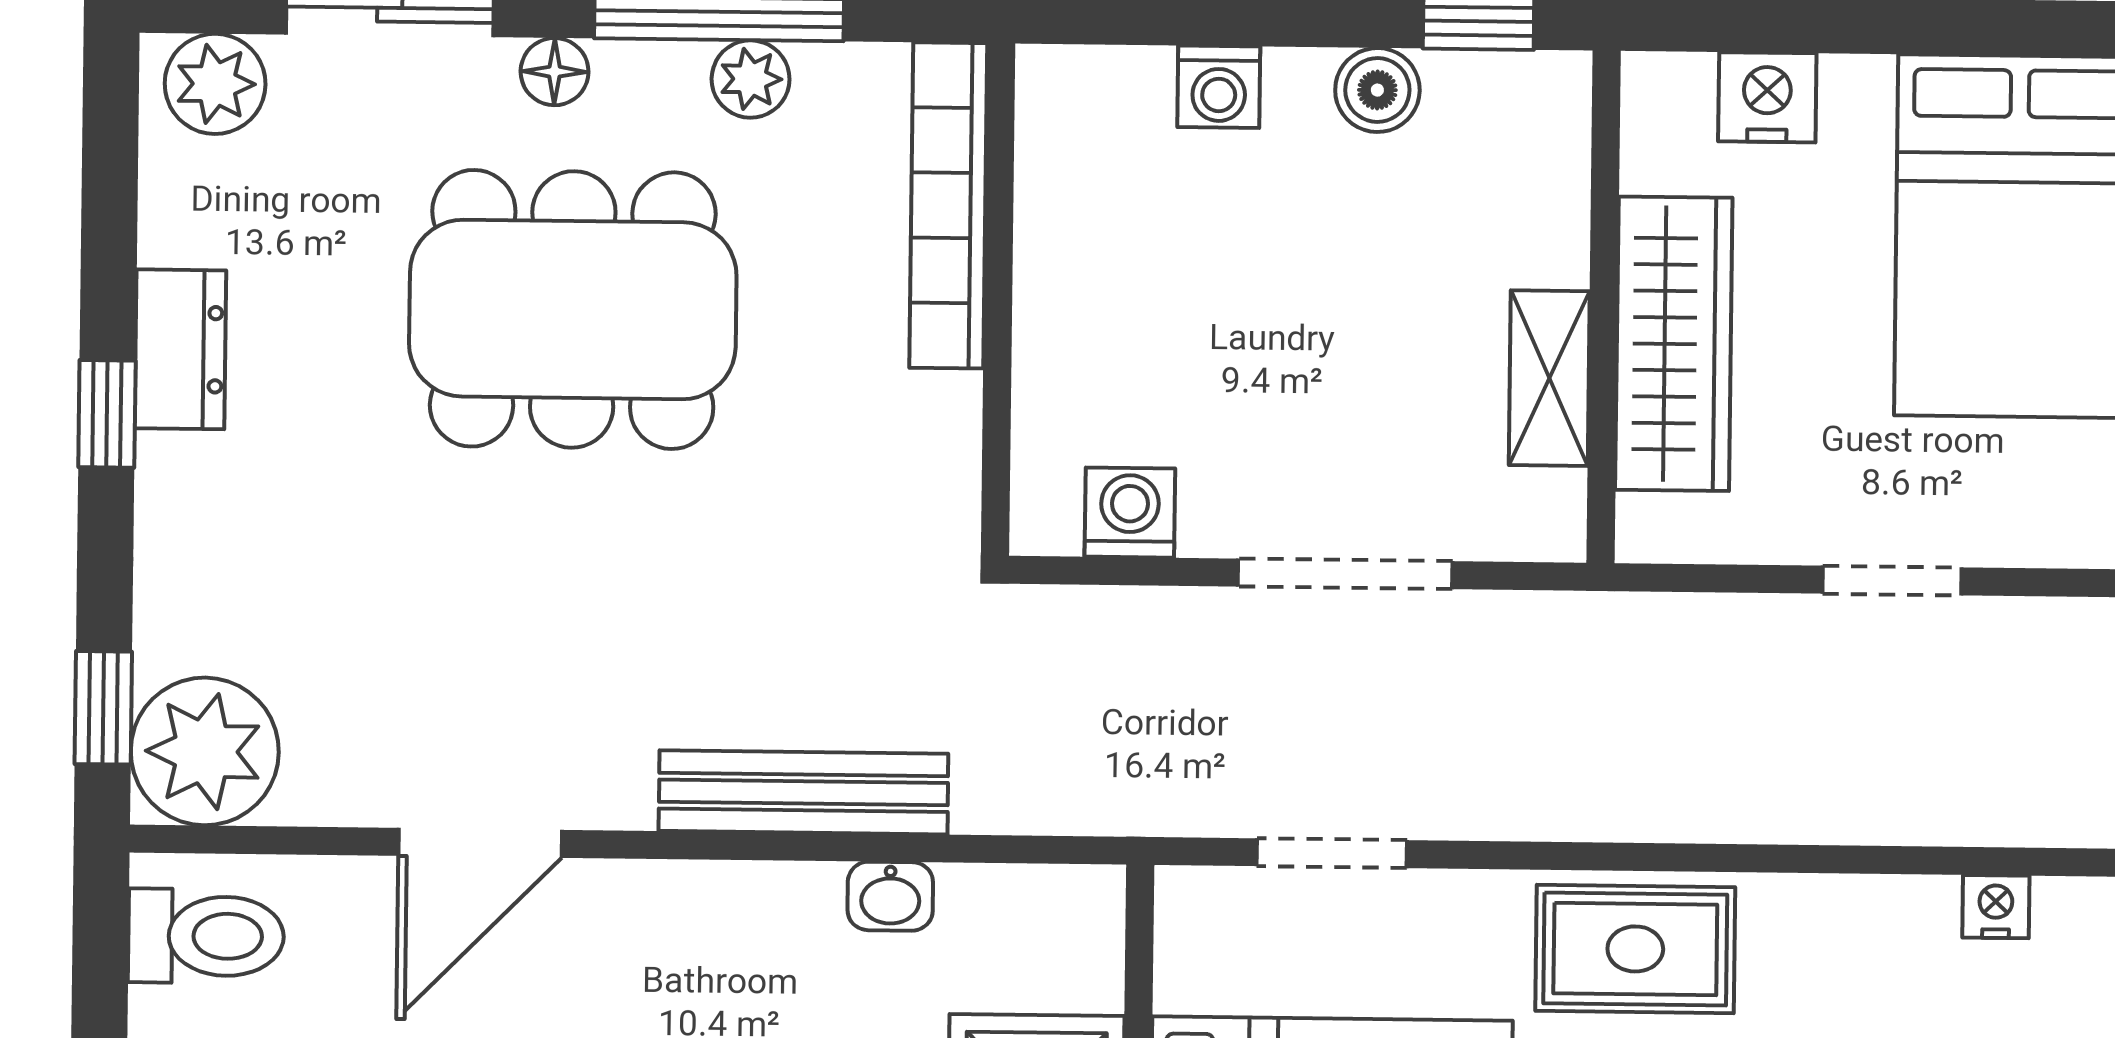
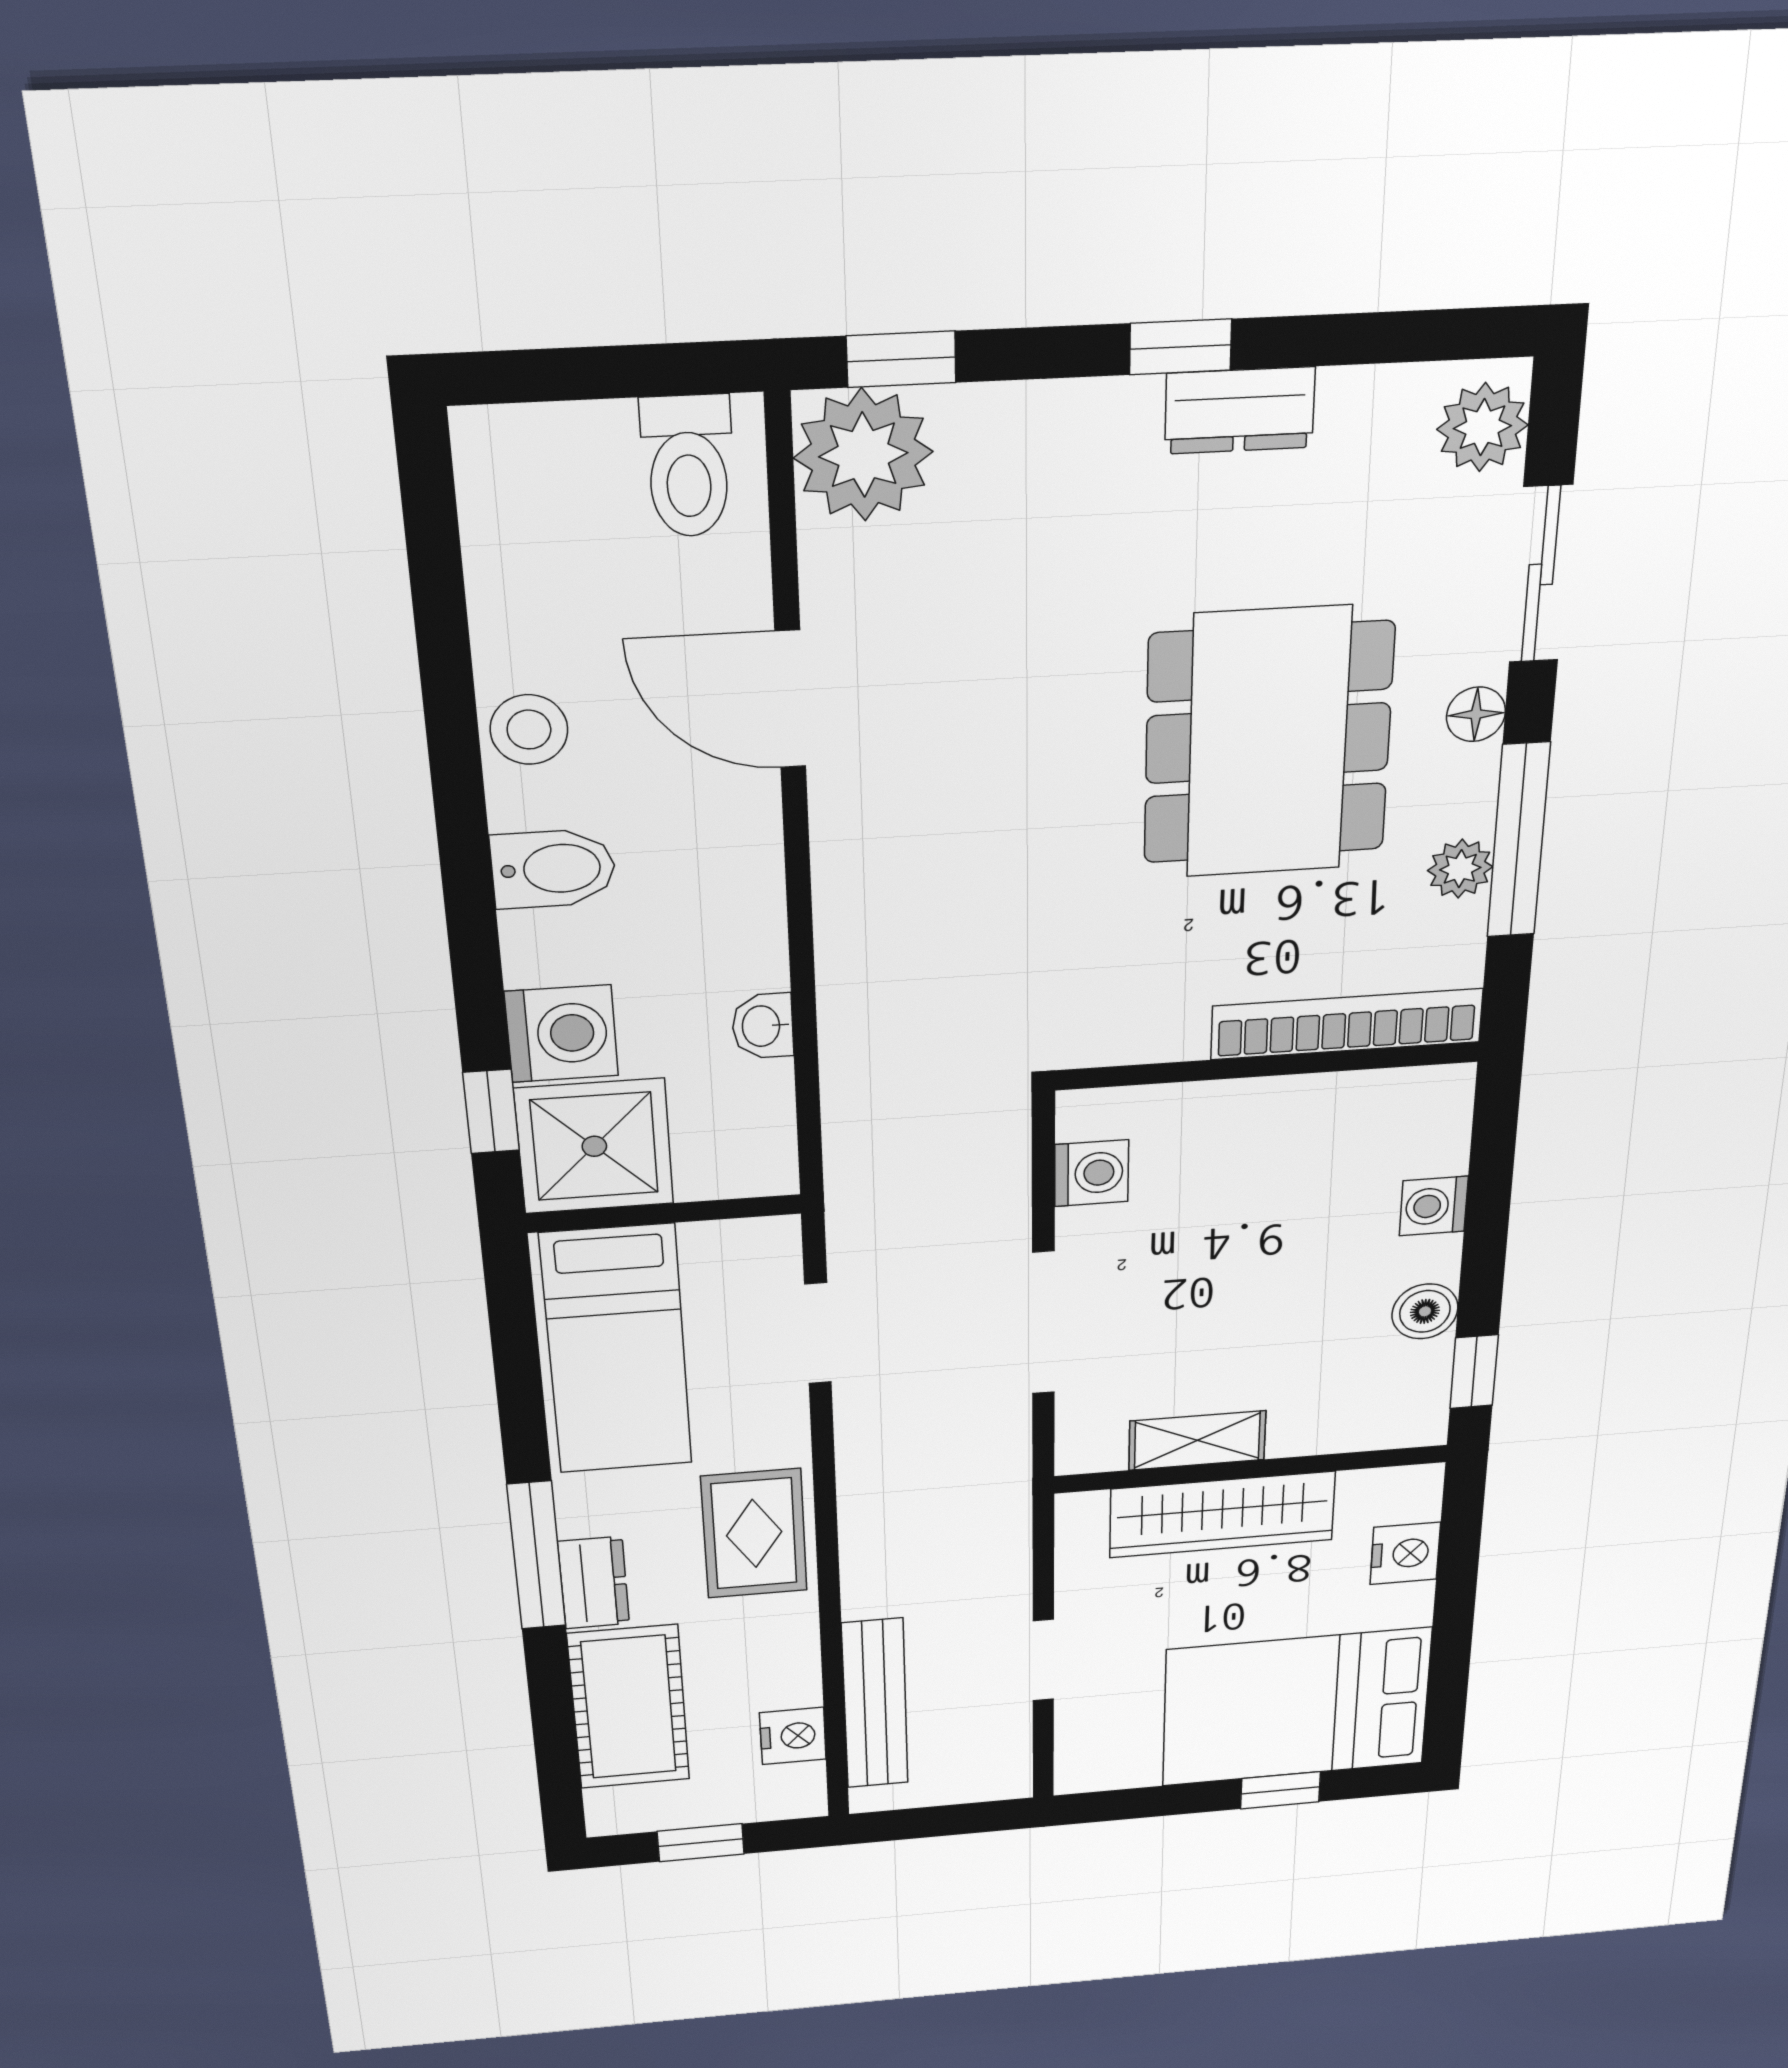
bench: (803, 792) -> (875, 1704), moved
nightstand: (1996, 907) -> (793, 1736), width x1.39, depth x1.35

